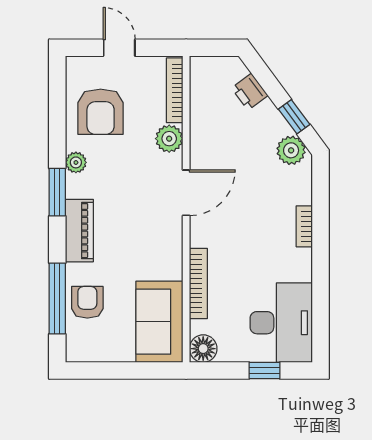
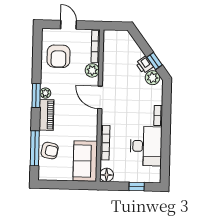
printer: (250, 92) -> (144, 65), moved
plant: (76, 162) -> (45, 93), moved
door: (186, 193) -> (100, 97), swing flipped
armchair: (87, 302) -> (50, 151), turned 101
desk: (281, 323) -> (146, 146), moved

